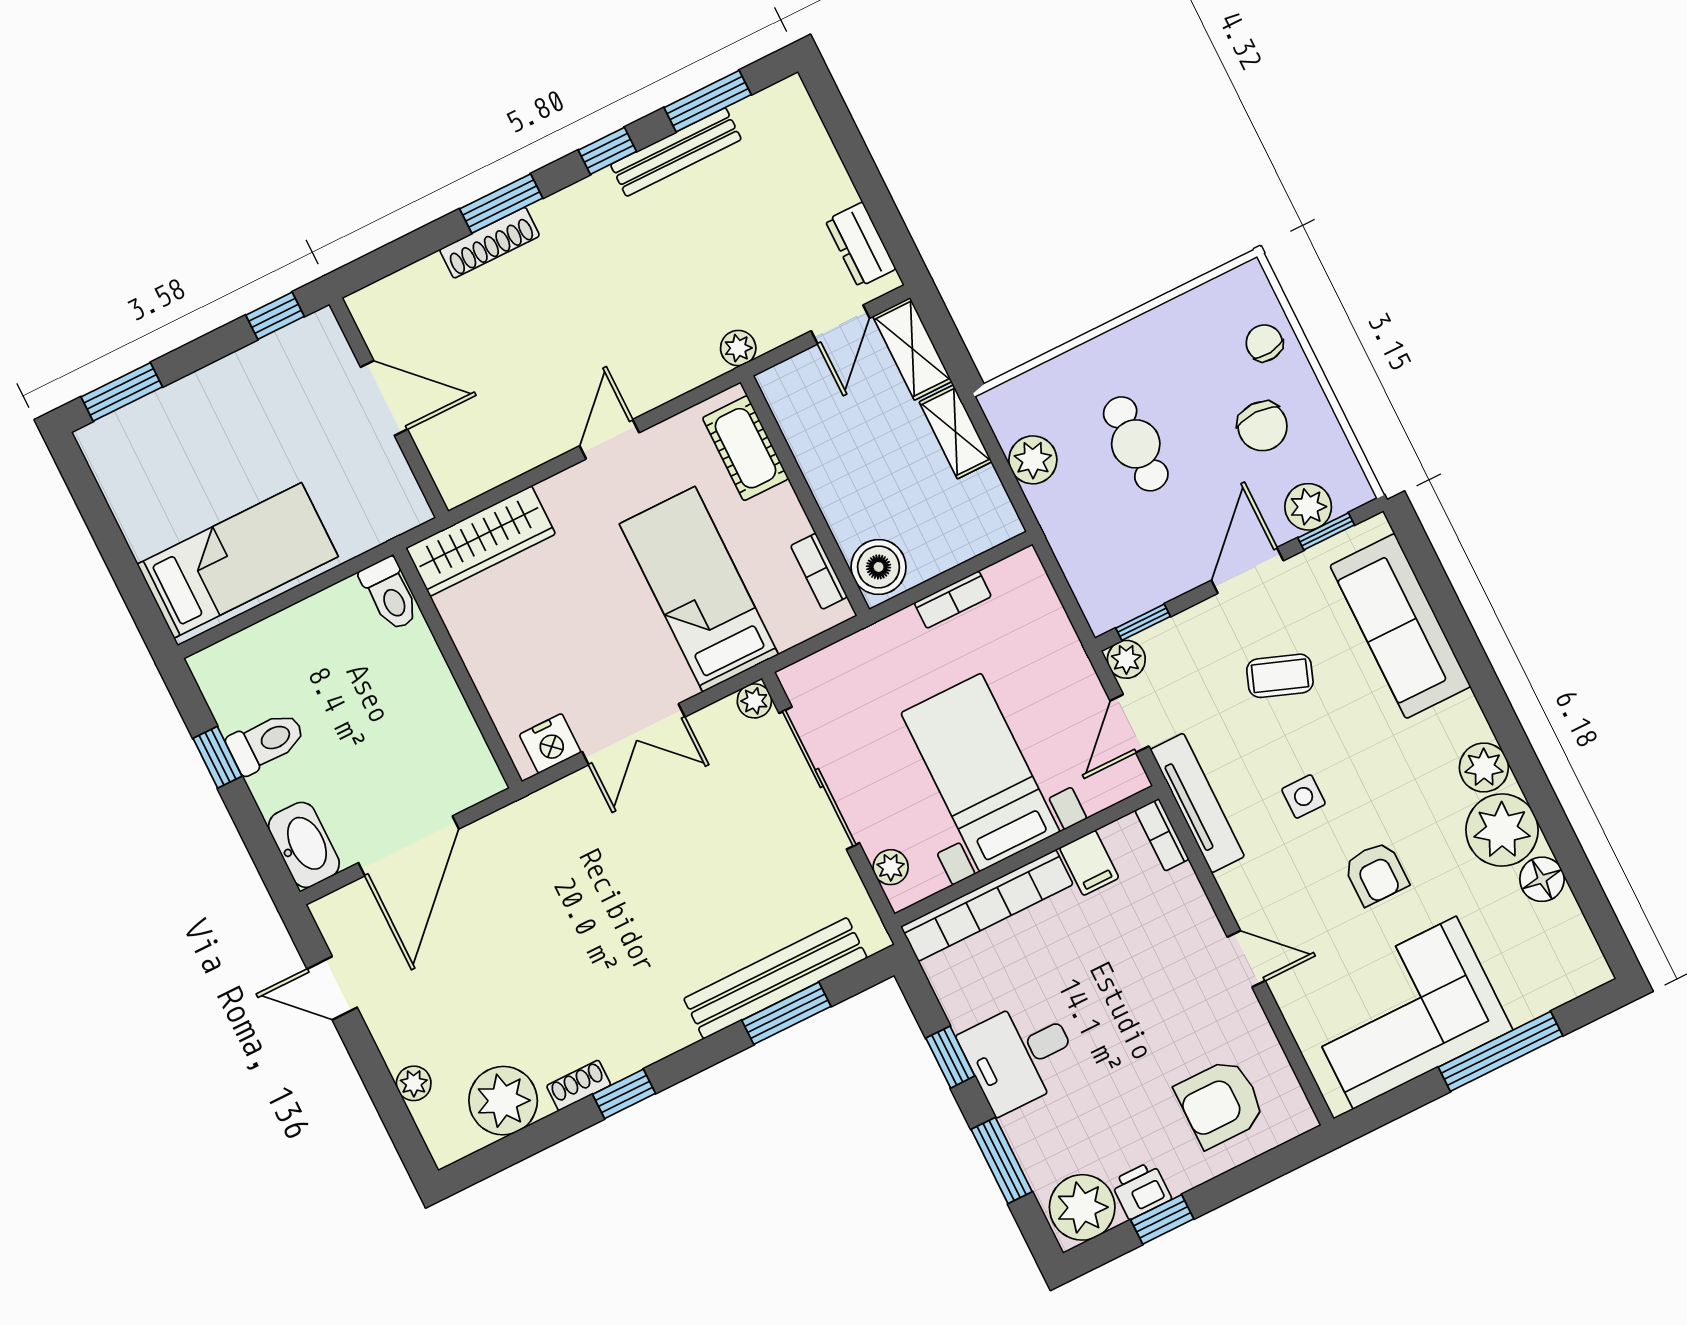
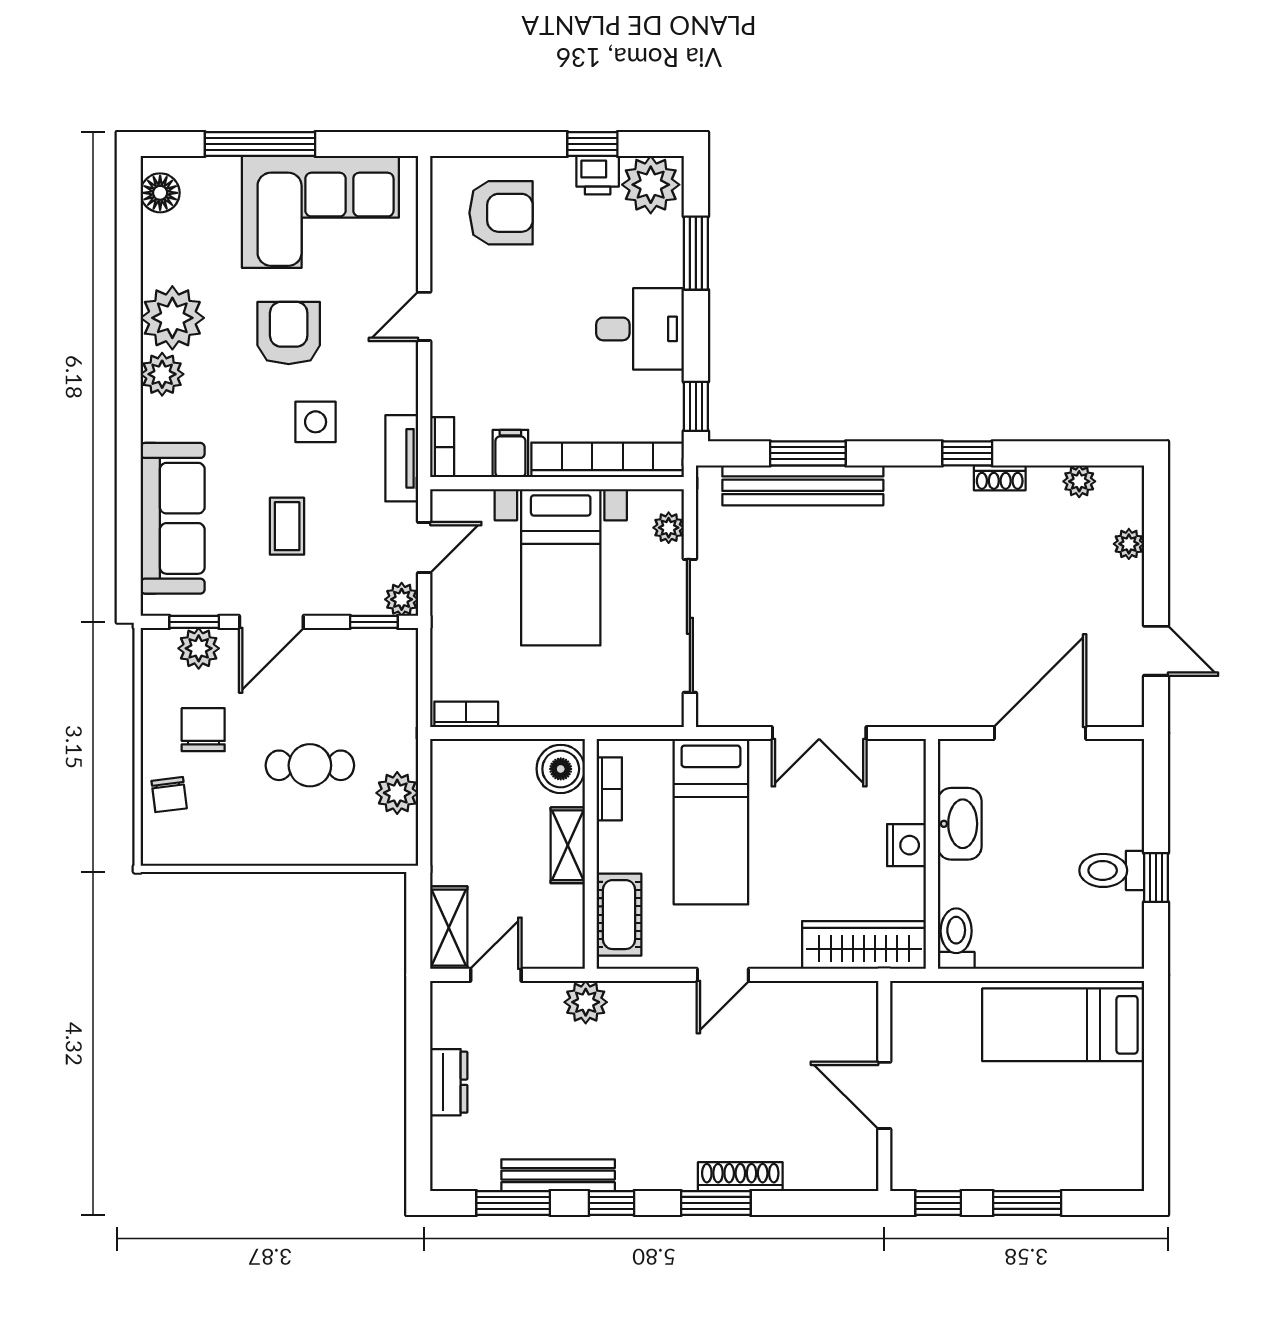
dresser: (861, 245) -> (449, 1082), moved
plant: (738, 348) -> (586, 1002), width x1.38, depth x1.38
window: (122, 392) -> (1027, 1203), moved
shelving: (956, 432) -> (568, 845), moved
cafe table: (1136, 444) -> (310, 765), turned 90
bookcase: (953, 600) -> (466, 714), moved
coffee table: (1280, 676) -> (287, 526), turned 70
plant: (754, 701) -> (711, 712), removed
double door: (634, 734) -> (819, 733), swing flipped
nightstand: (550, 743) -> (906, 845), moved, turned 90
side table: (1304, 797) -> (316, 422), width x1.37, depth x1.37
tv unit: (1197, 803) -> (402, 458), width x0.71
washbasin: (304, 845) -> (960, 824), moved, turned 180
armchair: (1376, 873) -> (289, 333), width x1.38, depth x1.38
floor lamp: (1542, 879) -> (160, 193), moved
door: (1246, 959) -> (424, 316), hinge flipped
window: (950, 1057) -> (696, 406), moved
plant: (503, 1101) -> (1079, 481), width x0.53, depth x0.53

